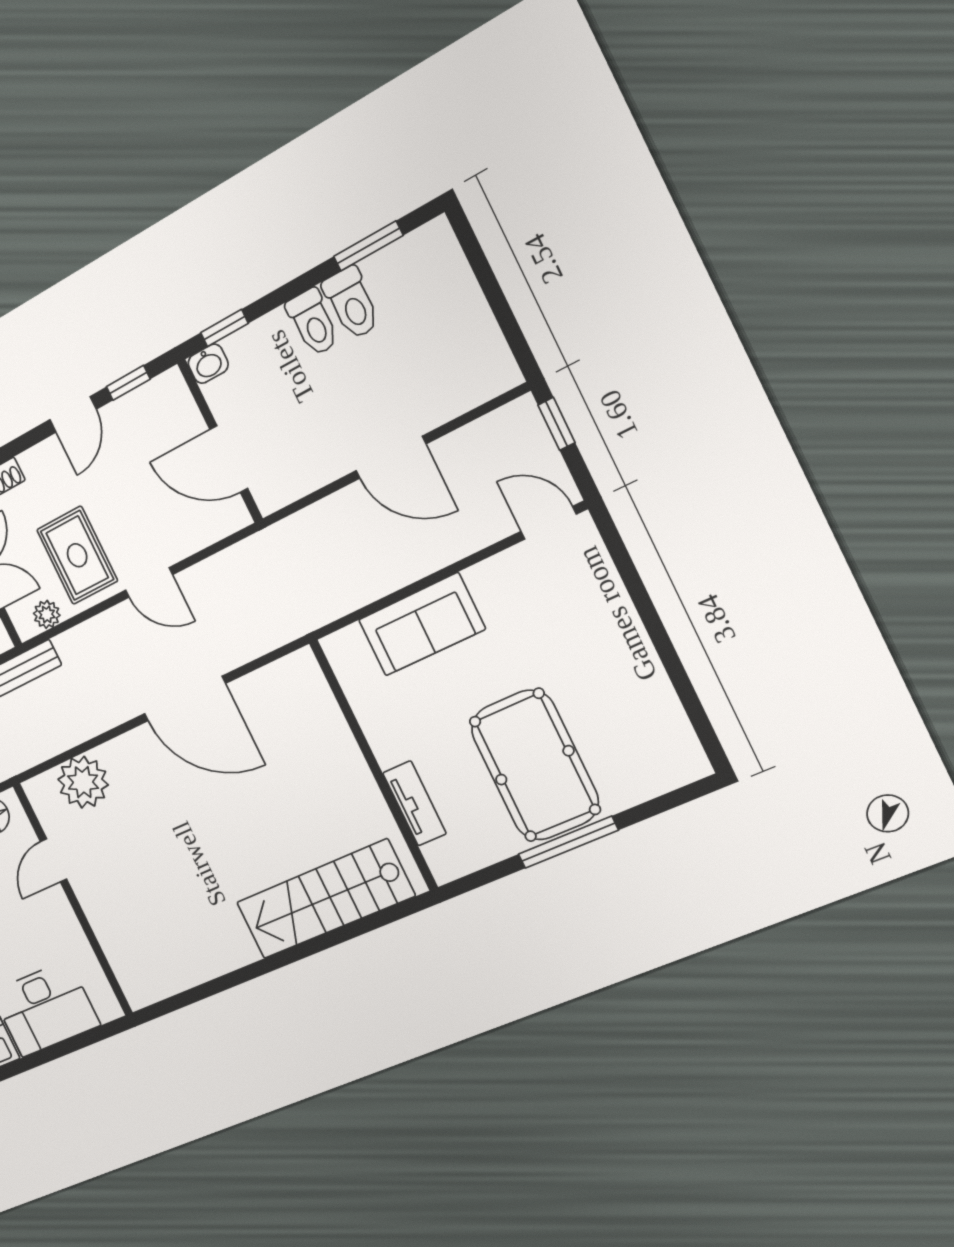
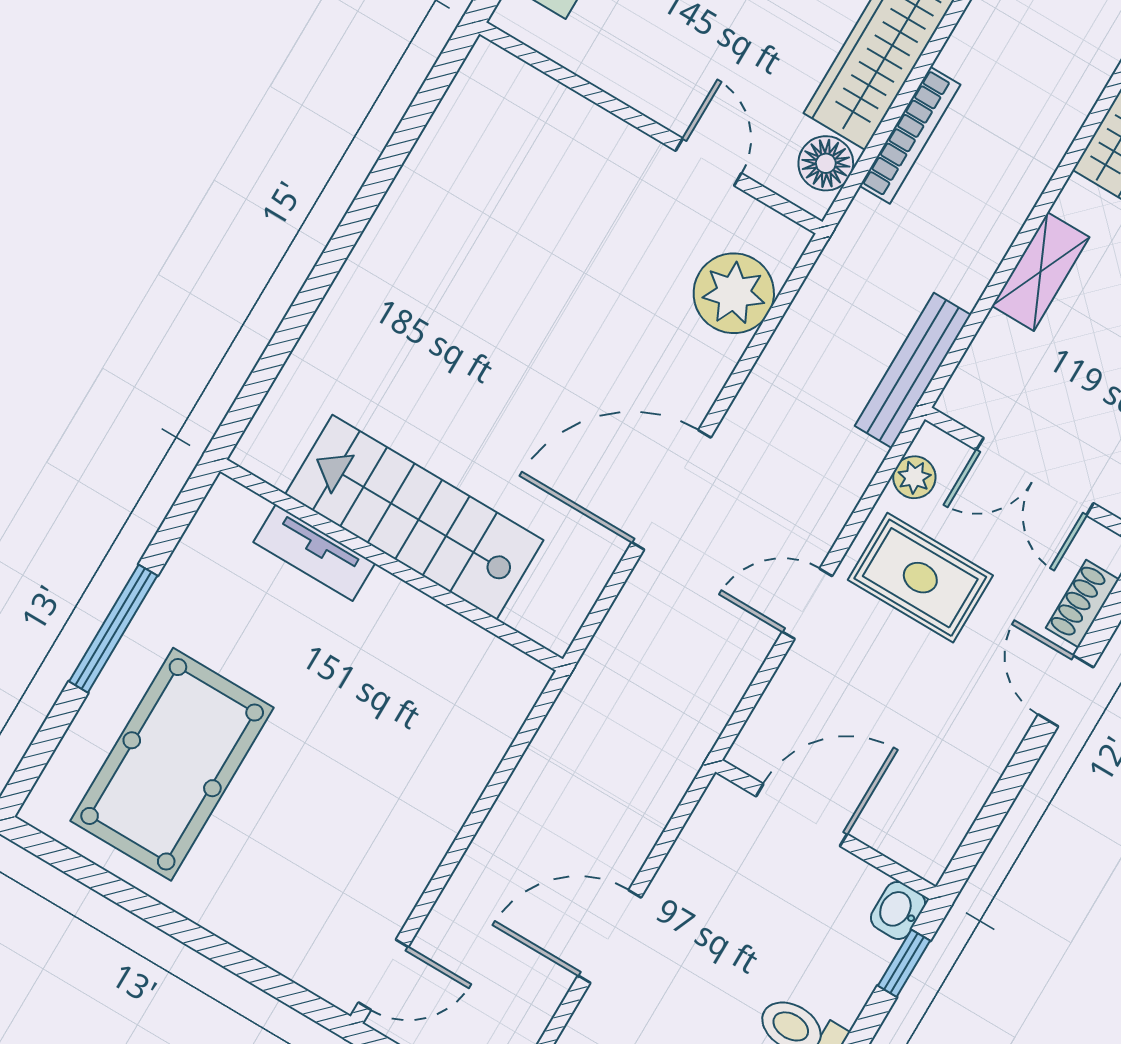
window: (128, 383) -> (984, 828), removed
door: (73, 414) -> (1066, 691), moved
sofa: (422, 624) -> (447, 769), removed
pool table: (535, 765) -> (172, 764), moved, turned 90
stairs: (325, 899) -> (414, 517), moved, turned -90

